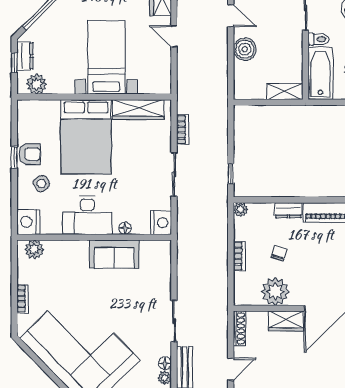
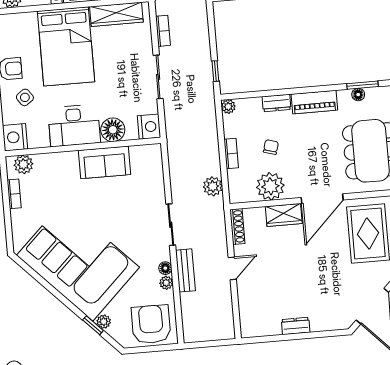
floor lamp: (125, 228) -> (113, 130), width x1.89, depth x1.89
plant: (219, 287) -> (213, 186), added
bookcase: (23, 299) -> (14, 194), moved

